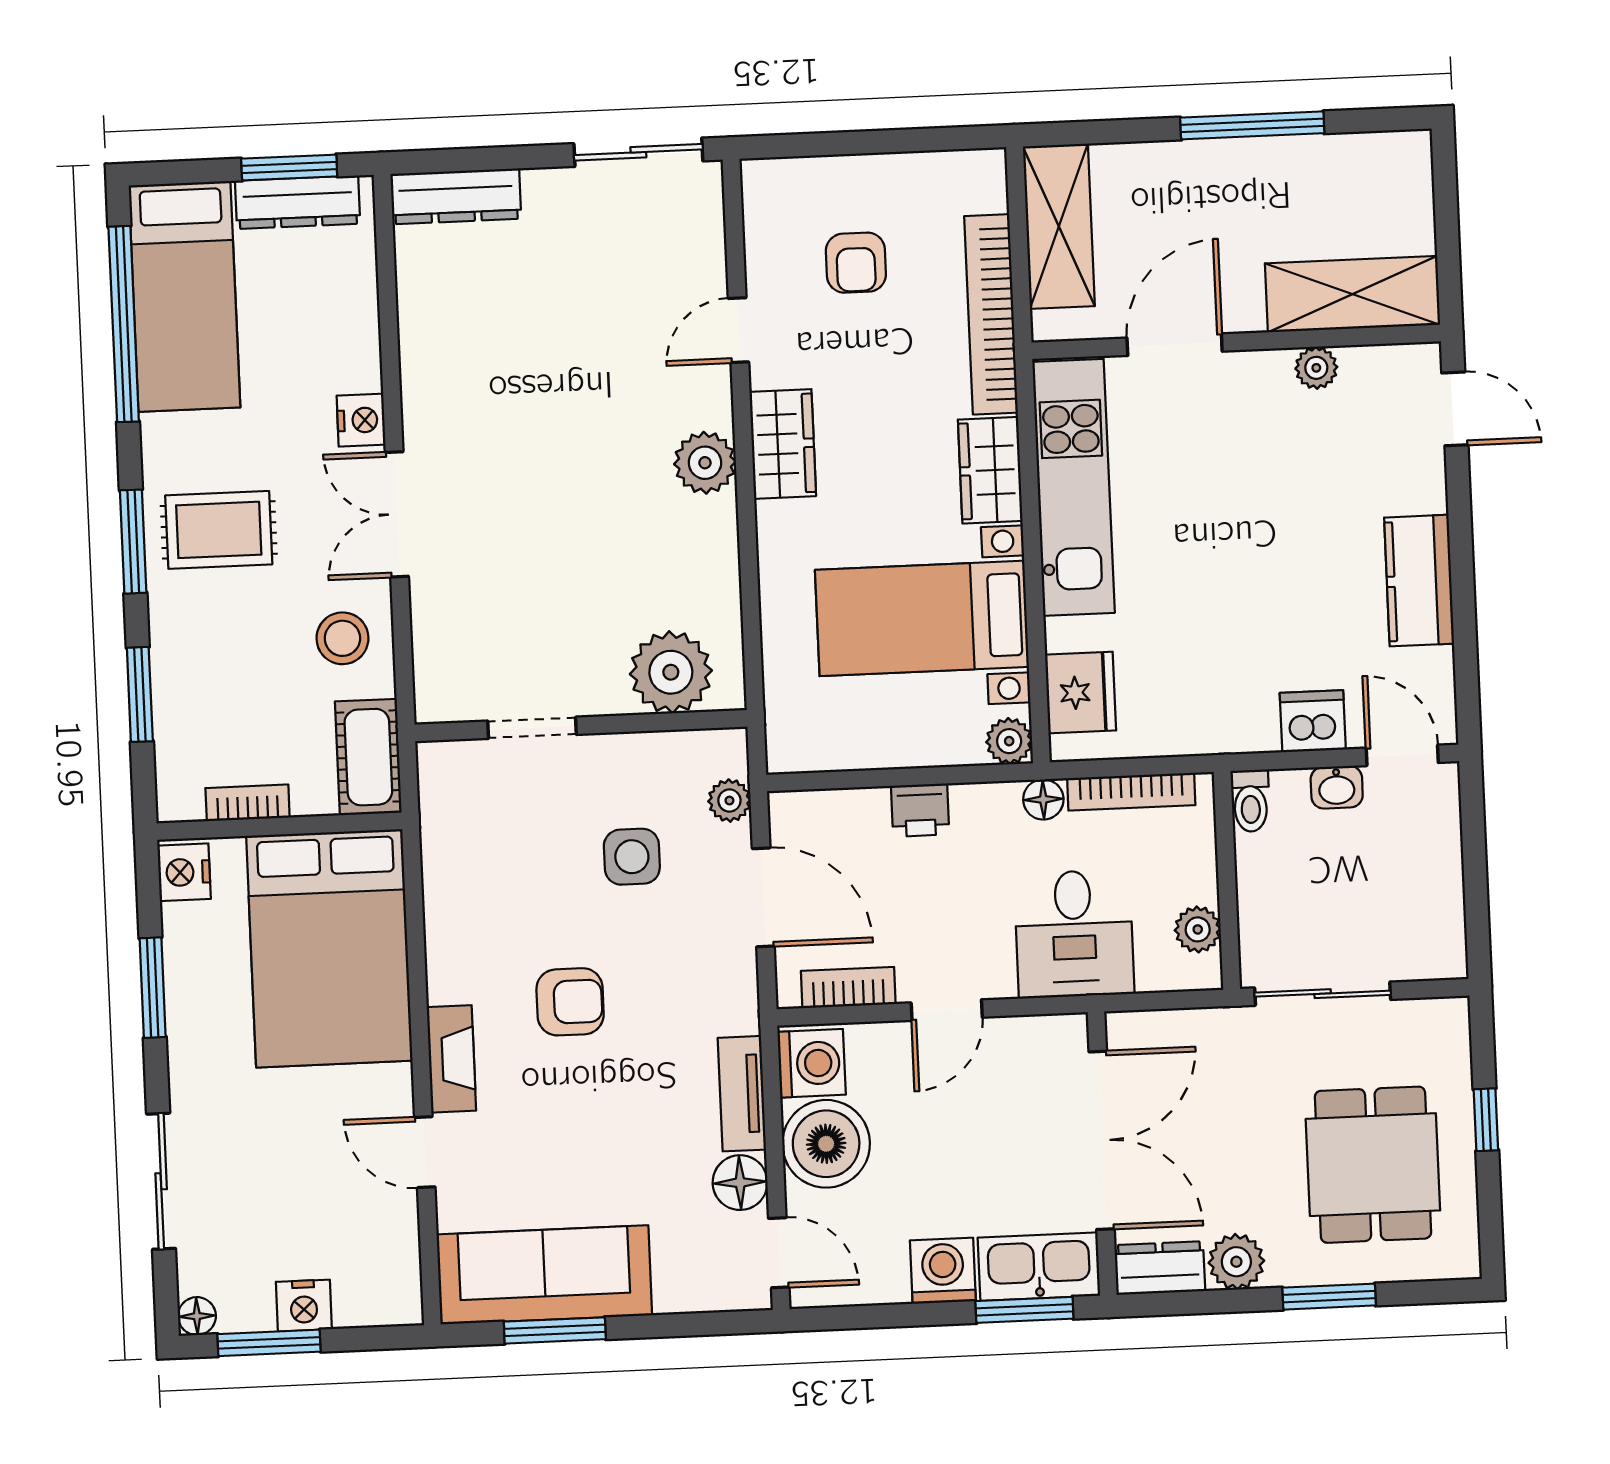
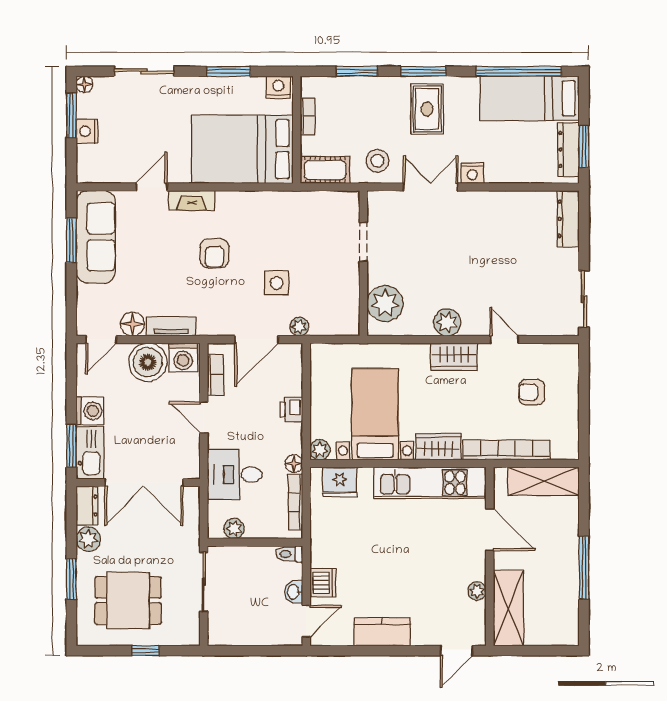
plant: (671, 672) -> (385, 304), moved
wall: (581, 726) -> (363, 263), moved
doorway: (532, 728) -> (363, 242), moved

